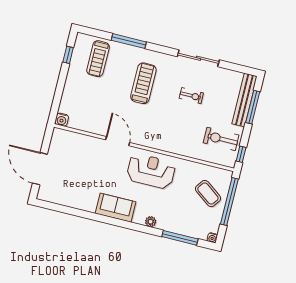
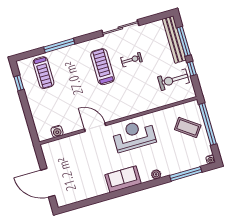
treadmill: (143, 83) -> (103, 67), moved
water cooler: (62, 120) -> (57, 131), moved
window: (241, 154) -> (192, 69), moved

